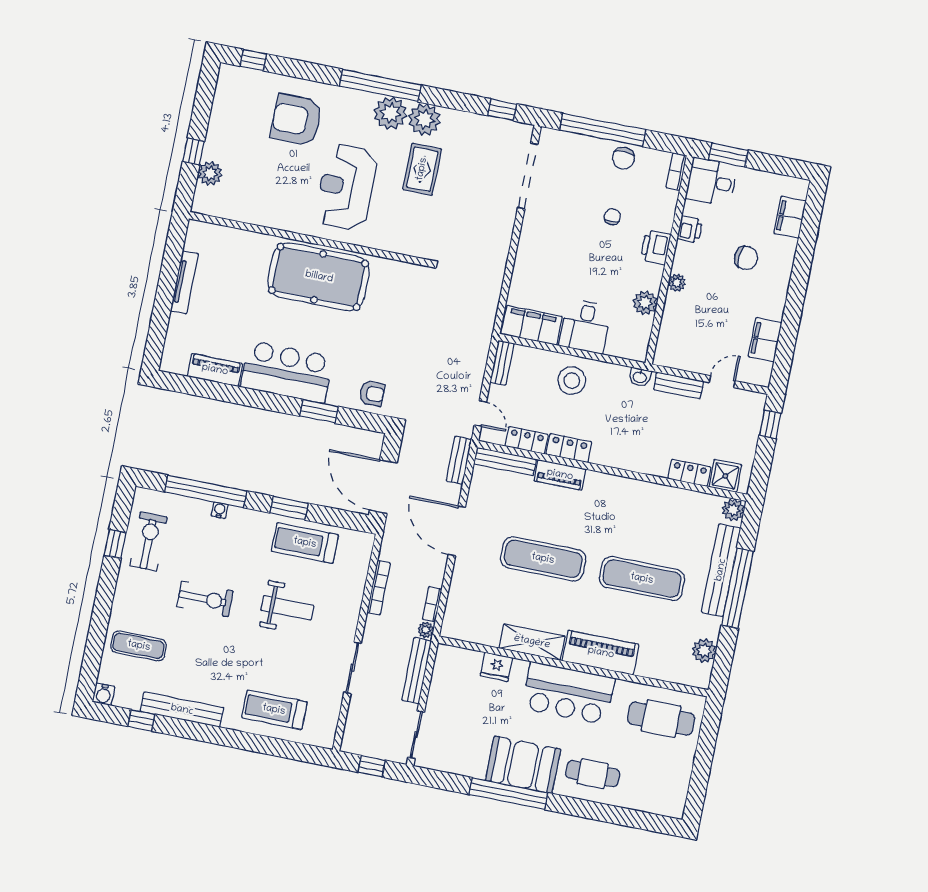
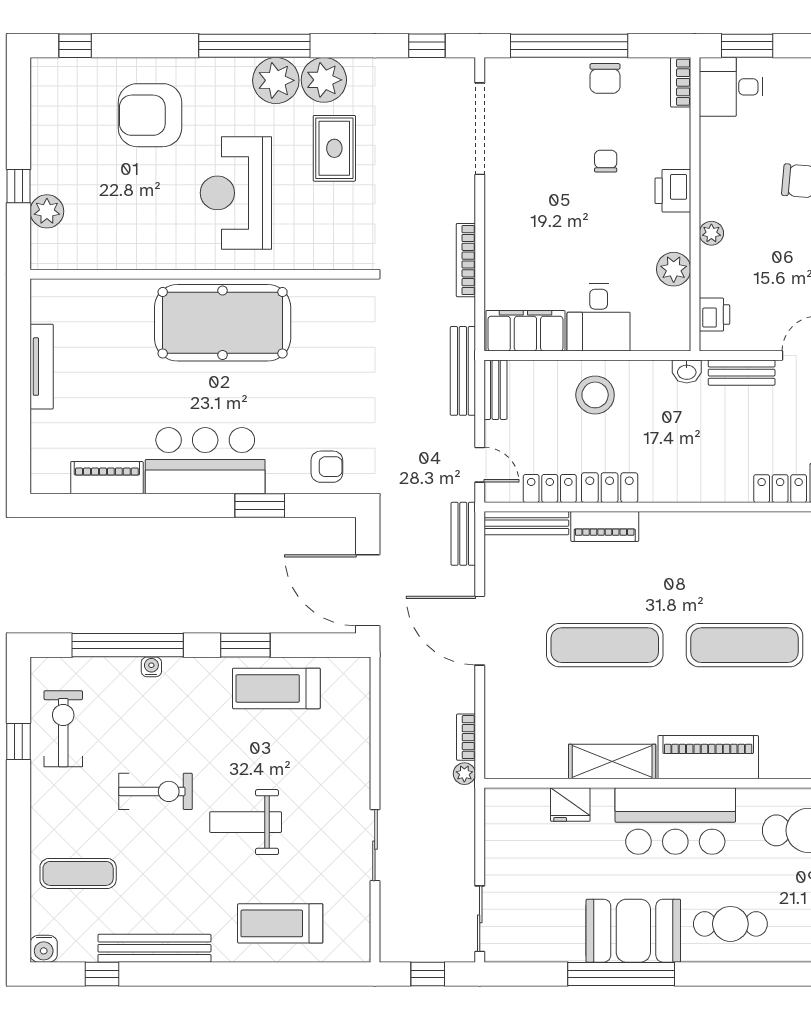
printer: (690, 229) -> (714, 315), moved
bookcase: (379, 588) -> (466, 260), moved, turned 180
weight bench: (287, 608) -> (246, 822), moved, turned 180
bench: (417, 670) -> (463, 371), moved

